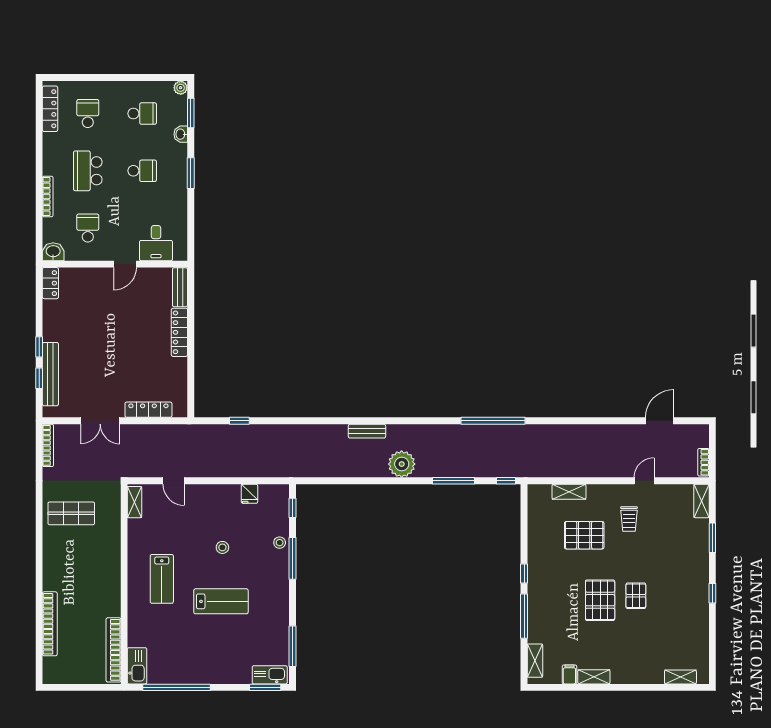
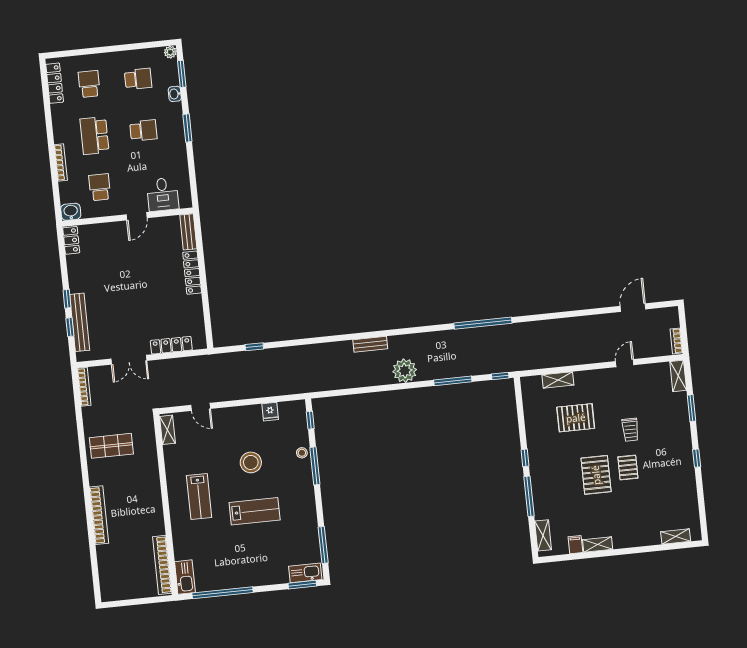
trolley: (629, 519) -> (630, 430), moved
stool: (222, 547) -> (251, 462), width x1.89, depth x1.89
bookcase: (50, 624) -> (99, 515), moved

